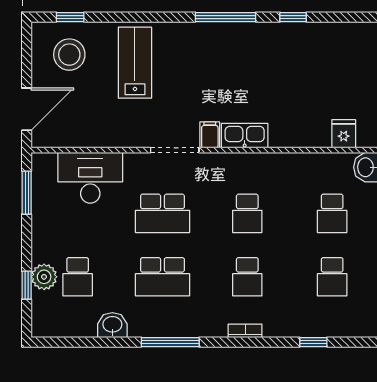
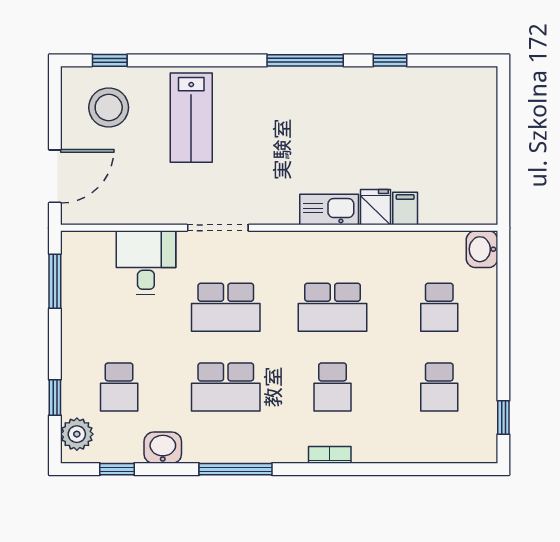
lab bench: (135, 63) -> (191, 118), turned 180
fridge: (344, 134) -> (376, 207), moved
filing cabinet: (210, 135) -> (405, 209), moved
doorway: (175, 150) -> (218, 228), moved
desk: (90, 178) -> (146, 263), width x0.73
school desk: (247, 213) -> (333, 307), width x1.85
plant: (44, 277) -> (77, 434), moved
window: (313, 342) -> (117, 469), moved

